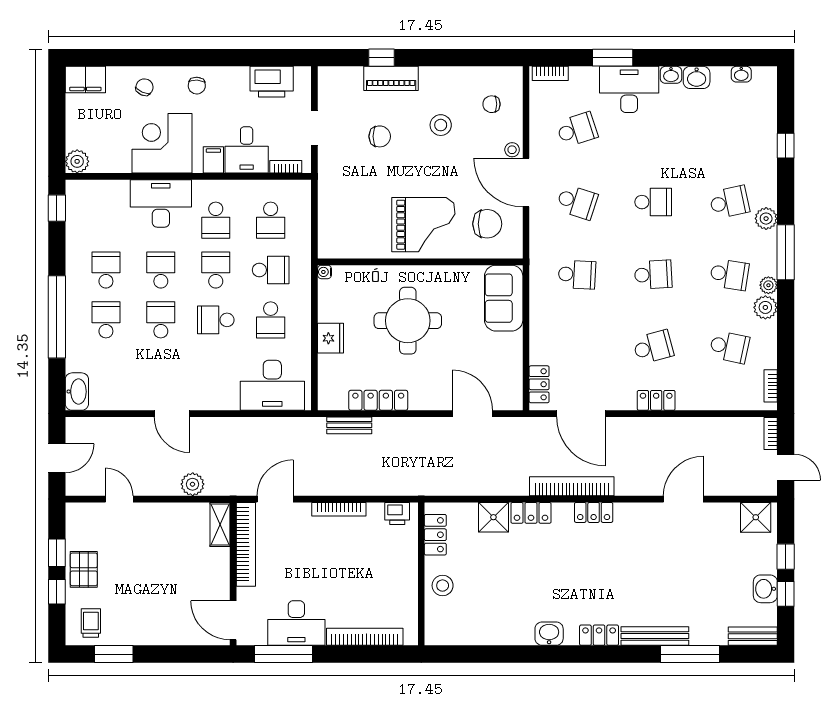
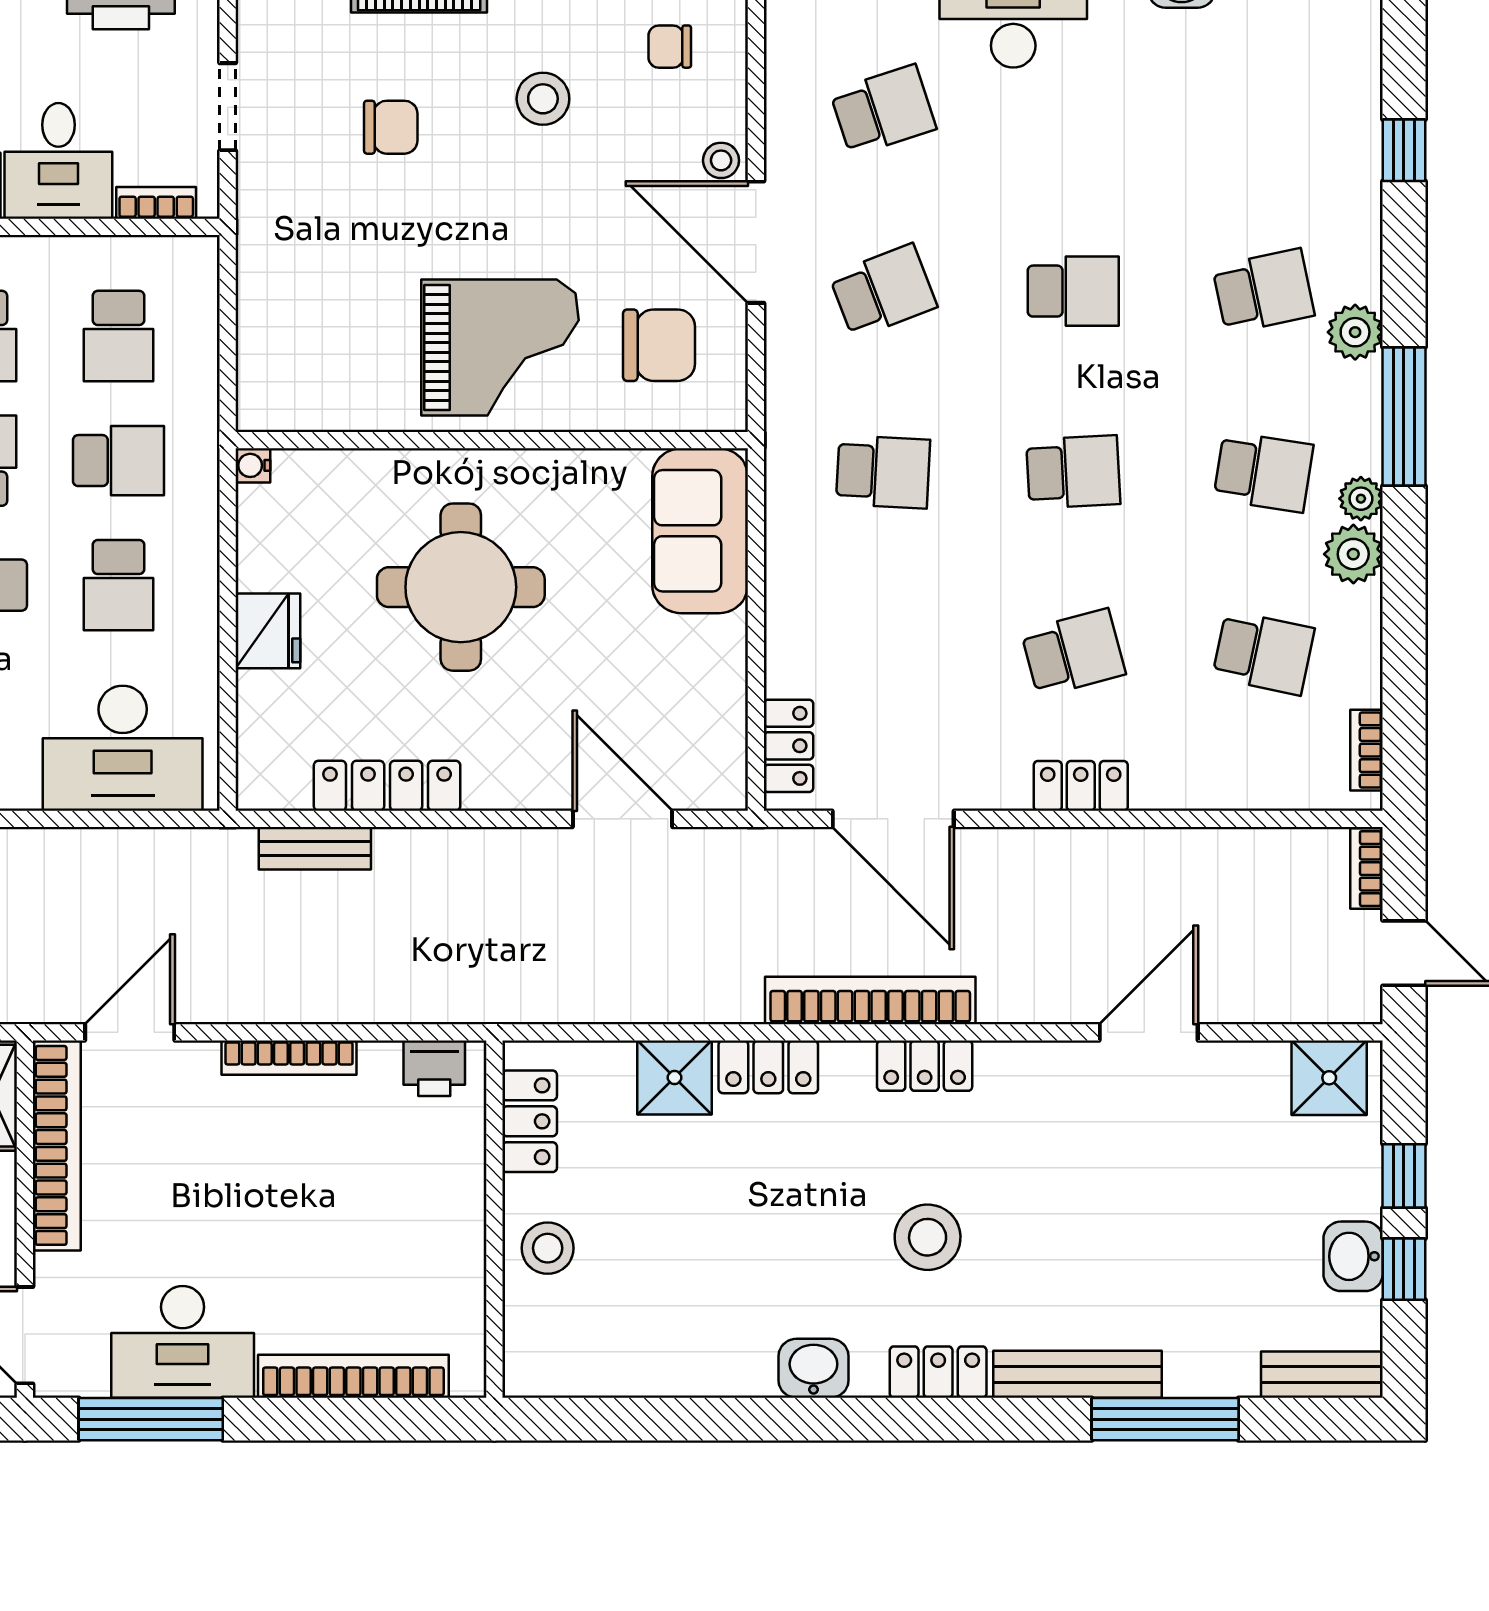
school desk: (577, 202) -> (883, 291), turned -39
stool: (595, 581) -> (928, 1237), added

